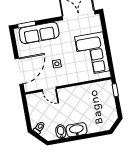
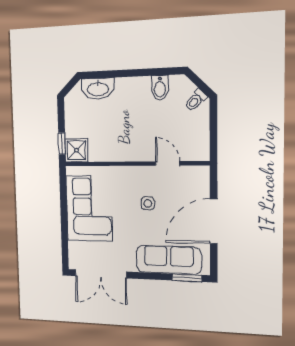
door: (19, 71) -> (214, 221), moved
shower: (105, 88) -> (76, 150), added
washbasin: (76, 130) -> (98, 89), moved

